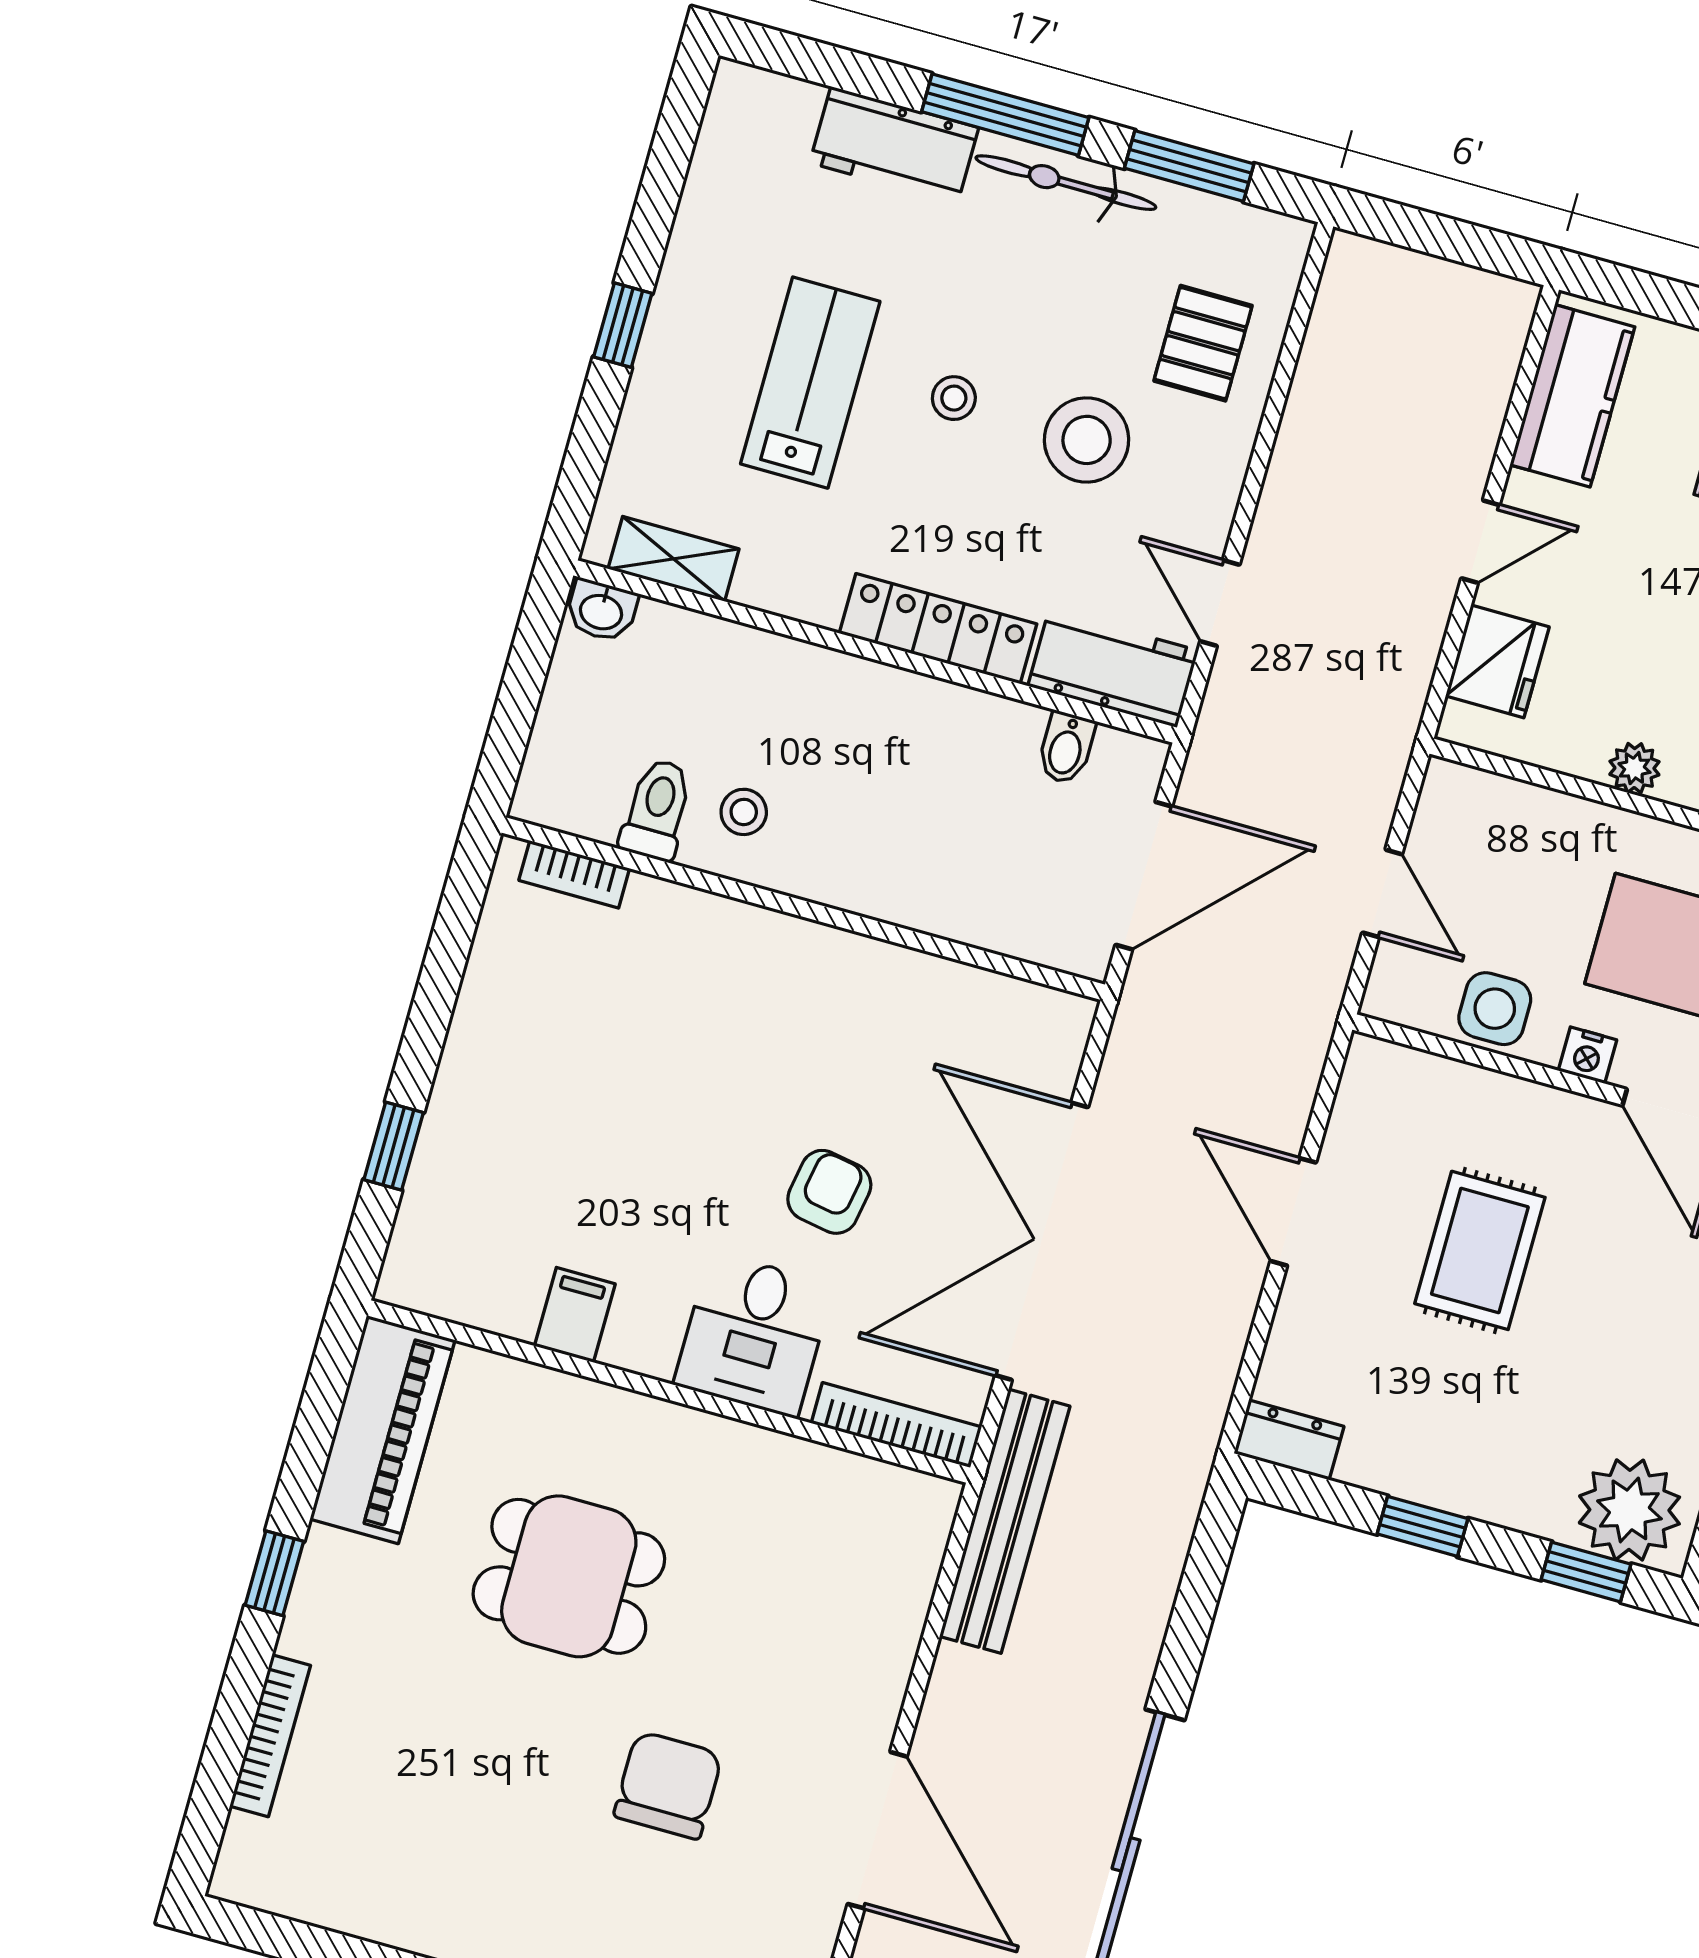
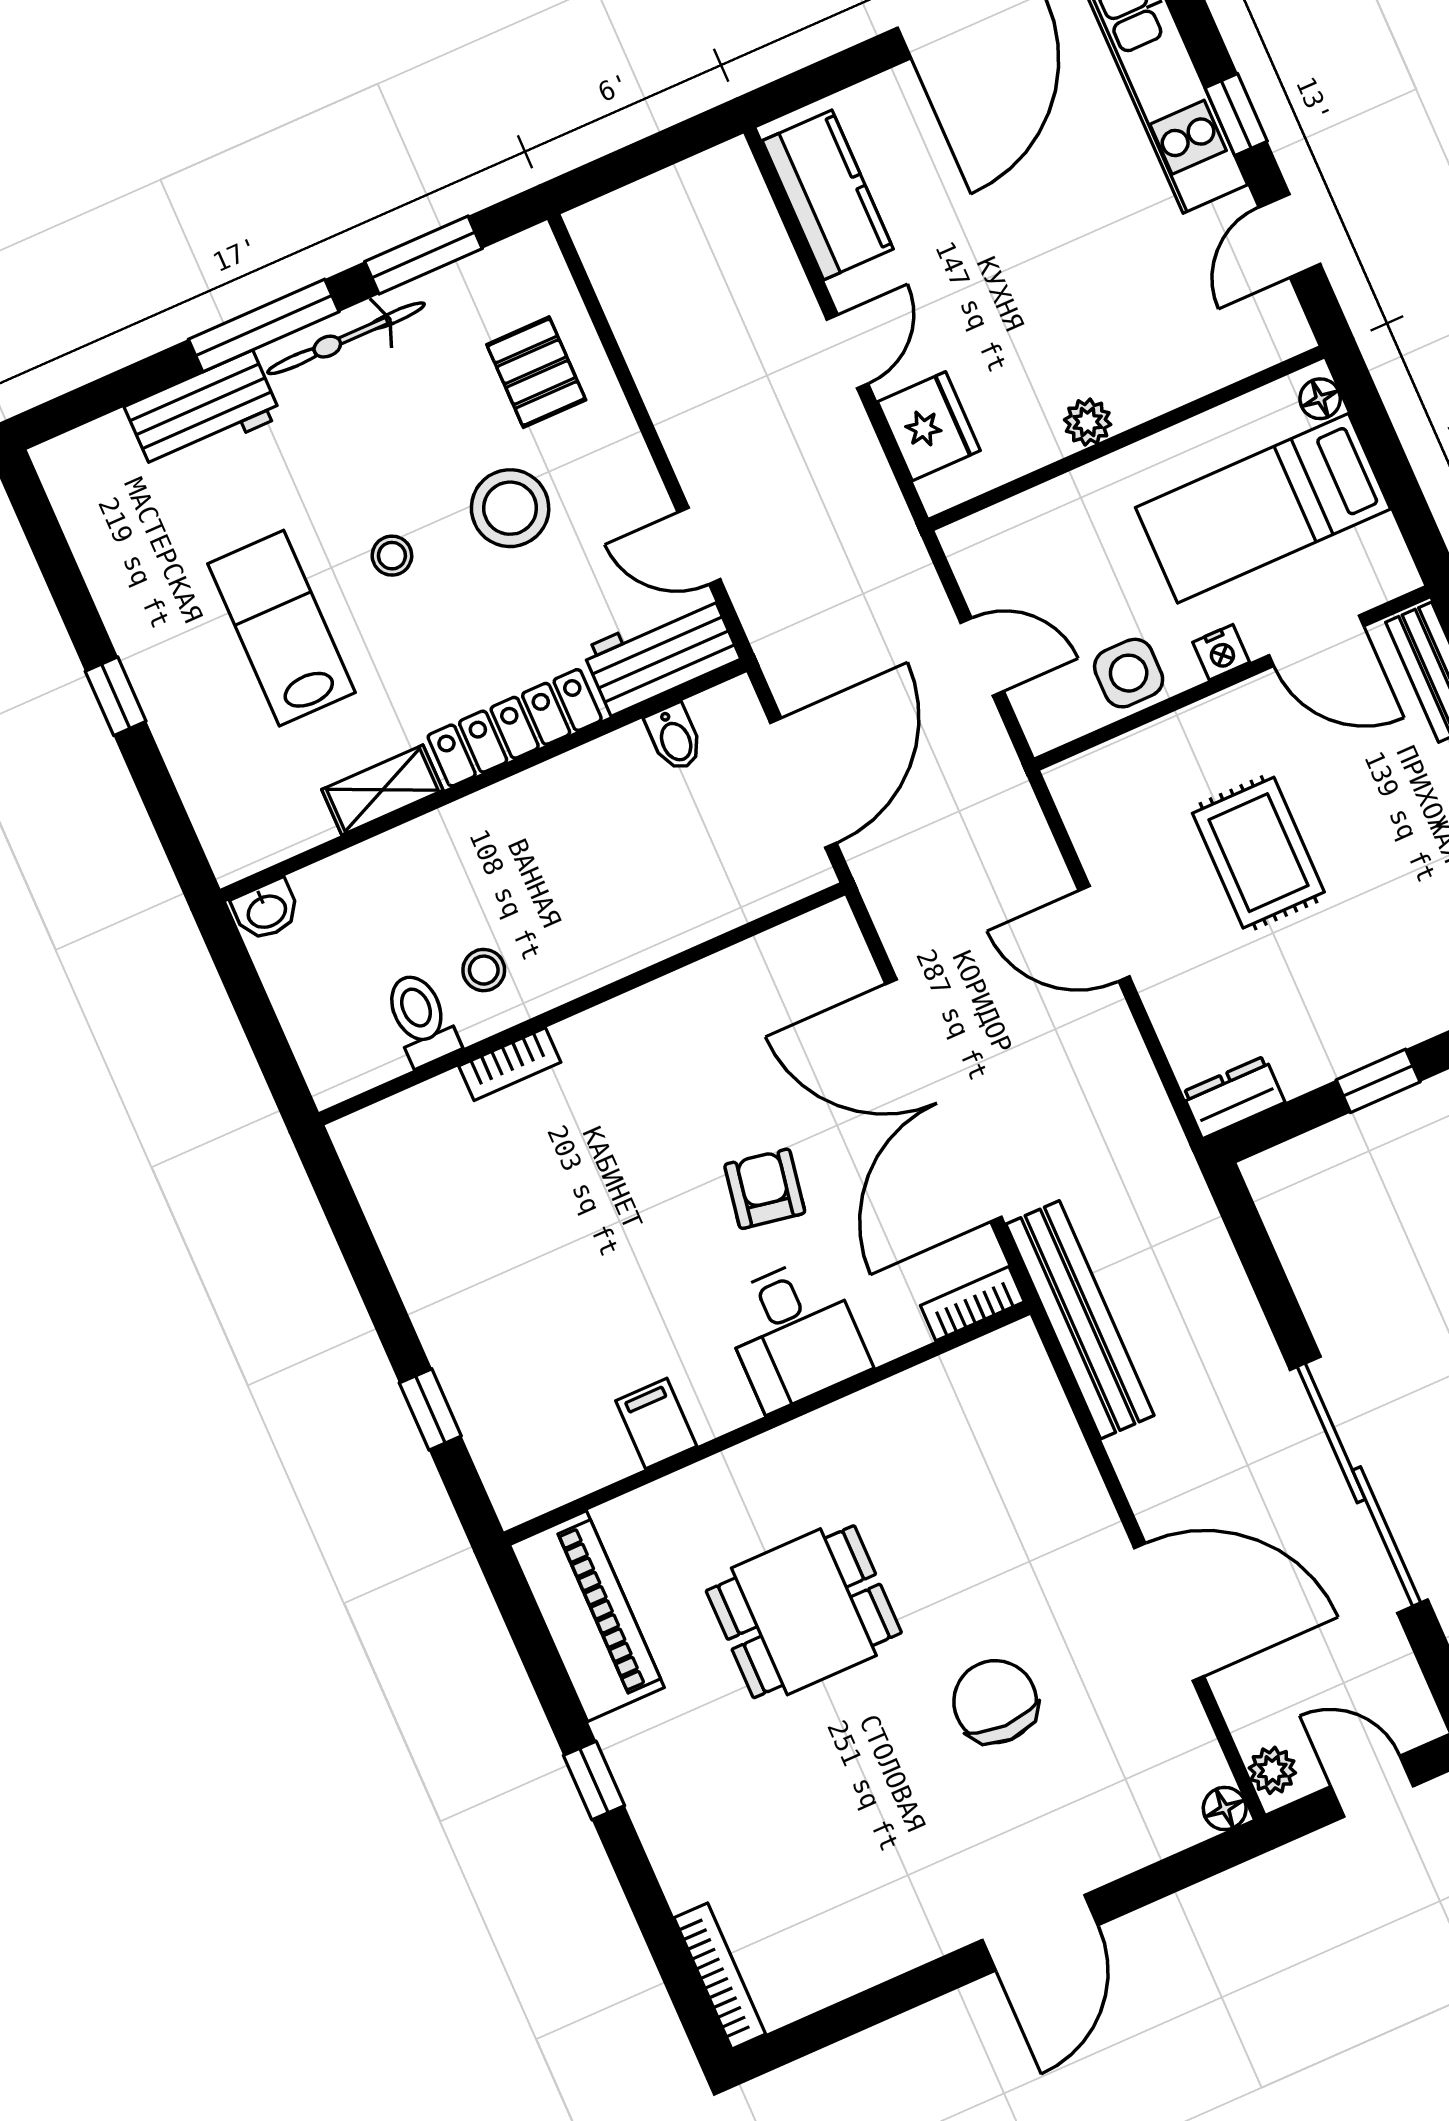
shelving: (674, 559) -> (382, 790), moved
bookcase: (574, 874) -> (510, 1064), moved
bookcase: (896, 1425) -> (972, 1304), width x0.64
bookcase: (270, 1736) -> (720, 1976), moved

